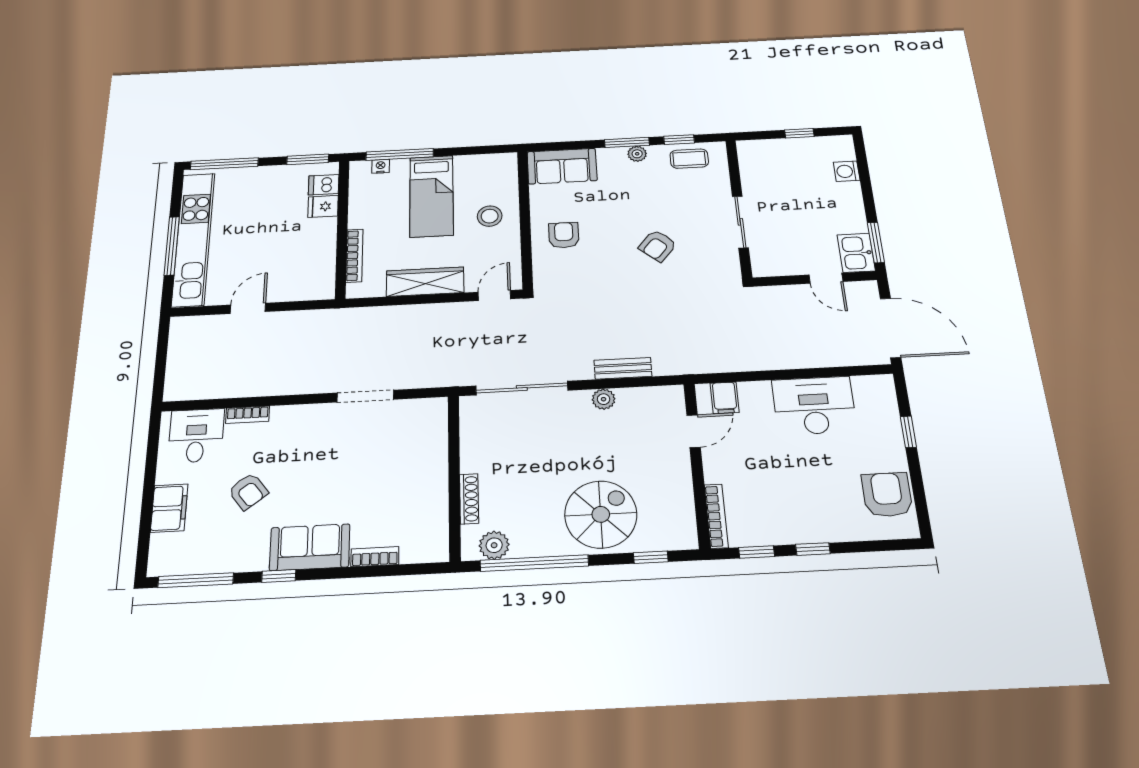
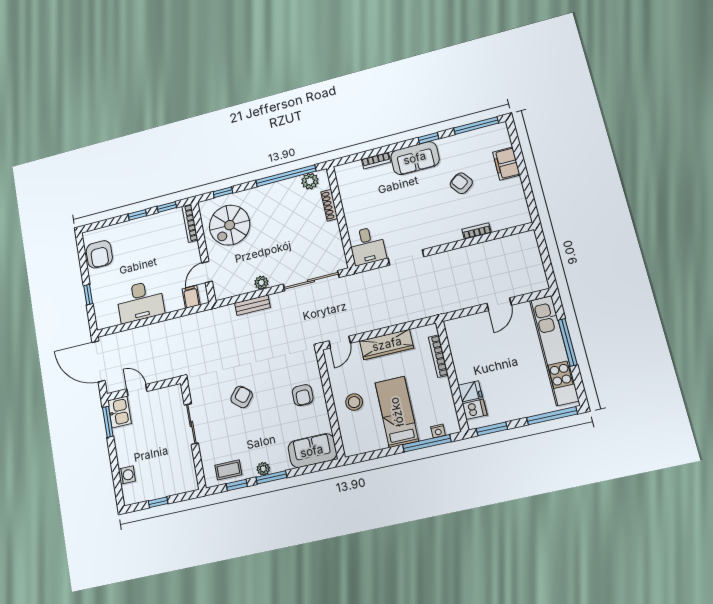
desk: (196, 436) -> (367, 246), moved
spiral stairs: (601, 514) -> (230, 225), moved

